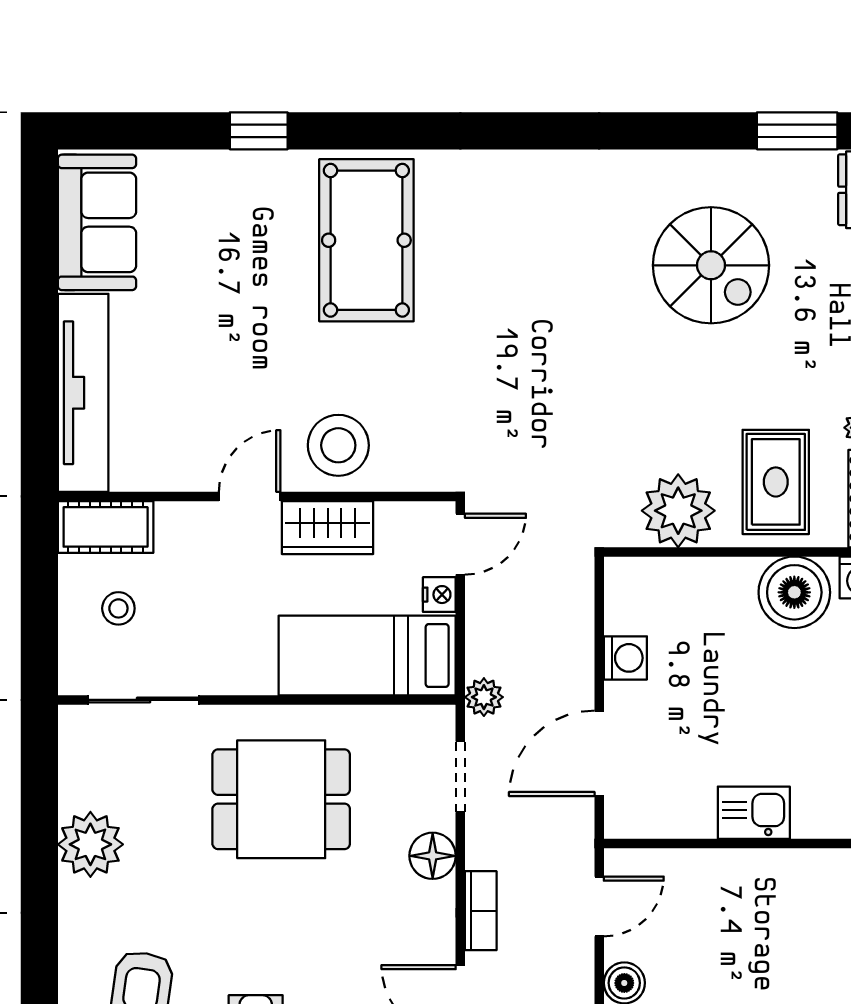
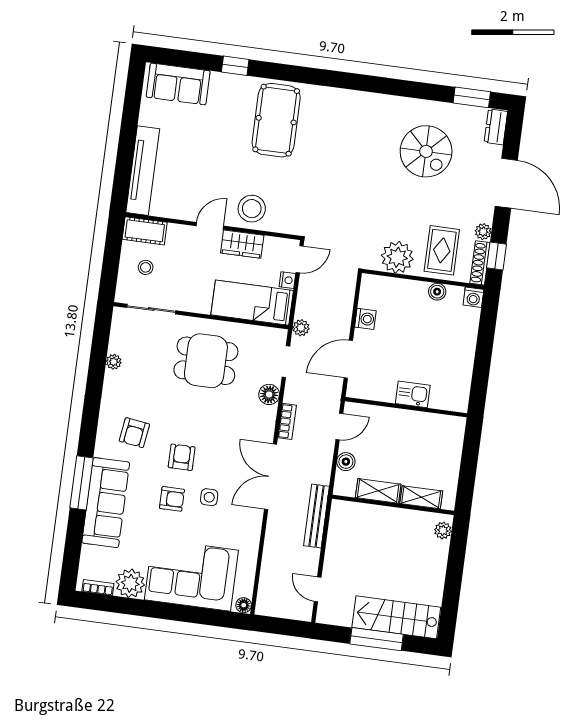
sofa: (97, 222) -> (178, 84), moved, turned 90
boiler: (794, 592) -> (437, 292), width x0.54, depth x0.54
plant: (90, 844) -> (114, 362), width x0.53, depth x0.53

